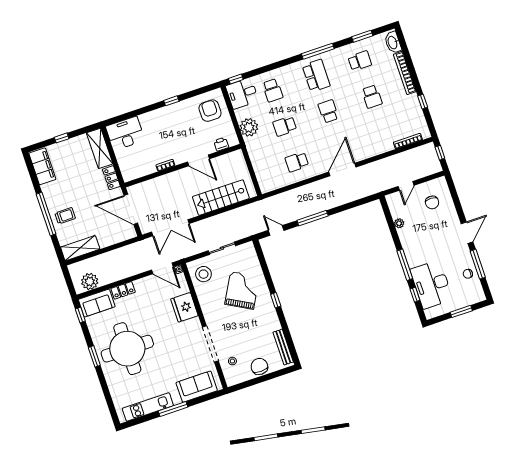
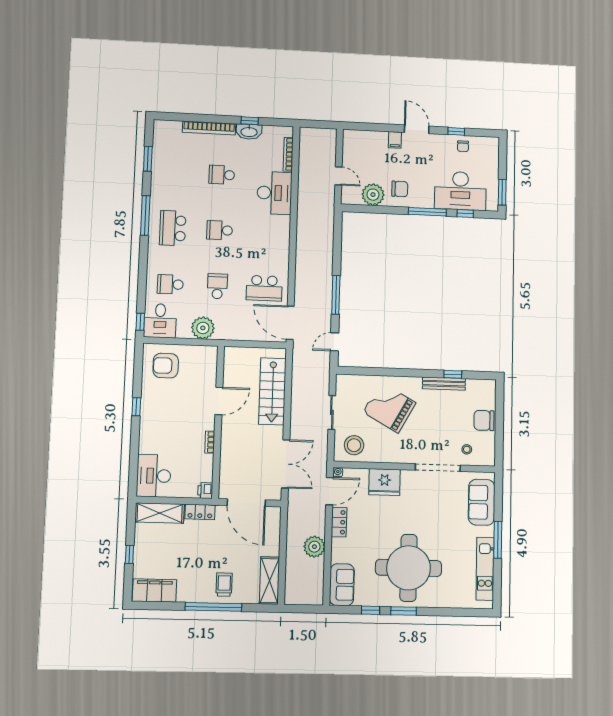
washbasin: (393, 42) -> (249, 132), moved
school desk: (360, 61) -> (175, 173), removed
school desk: (316, 76) -> (173, 228), turned -90
school desk: (273, 90) -> (170, 284), turned 180
school desk: (372, 97) -> (222, 175), turned 180
school desk: (285, 126) -> (217, 286), turned 180
desk: (373, 142) -> (274, 193), added
printer: (221, 144) -> (205, 491), moved
window: (440, 153) -> (315, 124), removed
school desk: (297, 162) -> (264, 288), width x1.85
door: (342, 170) -> (290, 323), moved
chair: (432, 202) -> (400, 189), moved
door: (131, 209) -> (246, 503), hinge flipped
filing cabinet: (452, 219) -> (395, 140), added
plant: (399, 223) -> (373, 195), width x1.88, depth x1.88
window: (478, 264) -> (456, 131), width x0.46
plant: (90, 281) -> (314, 547), moved
locker: (123, 290) -> (339, 522), moved
window: (276, 300) -> (453, 374), moved
window: (461, 311) -> (502, 192), moved
window: (80, 315) -> (371, 610), moved
bench: (283, 347) -> (444, 384), moved

